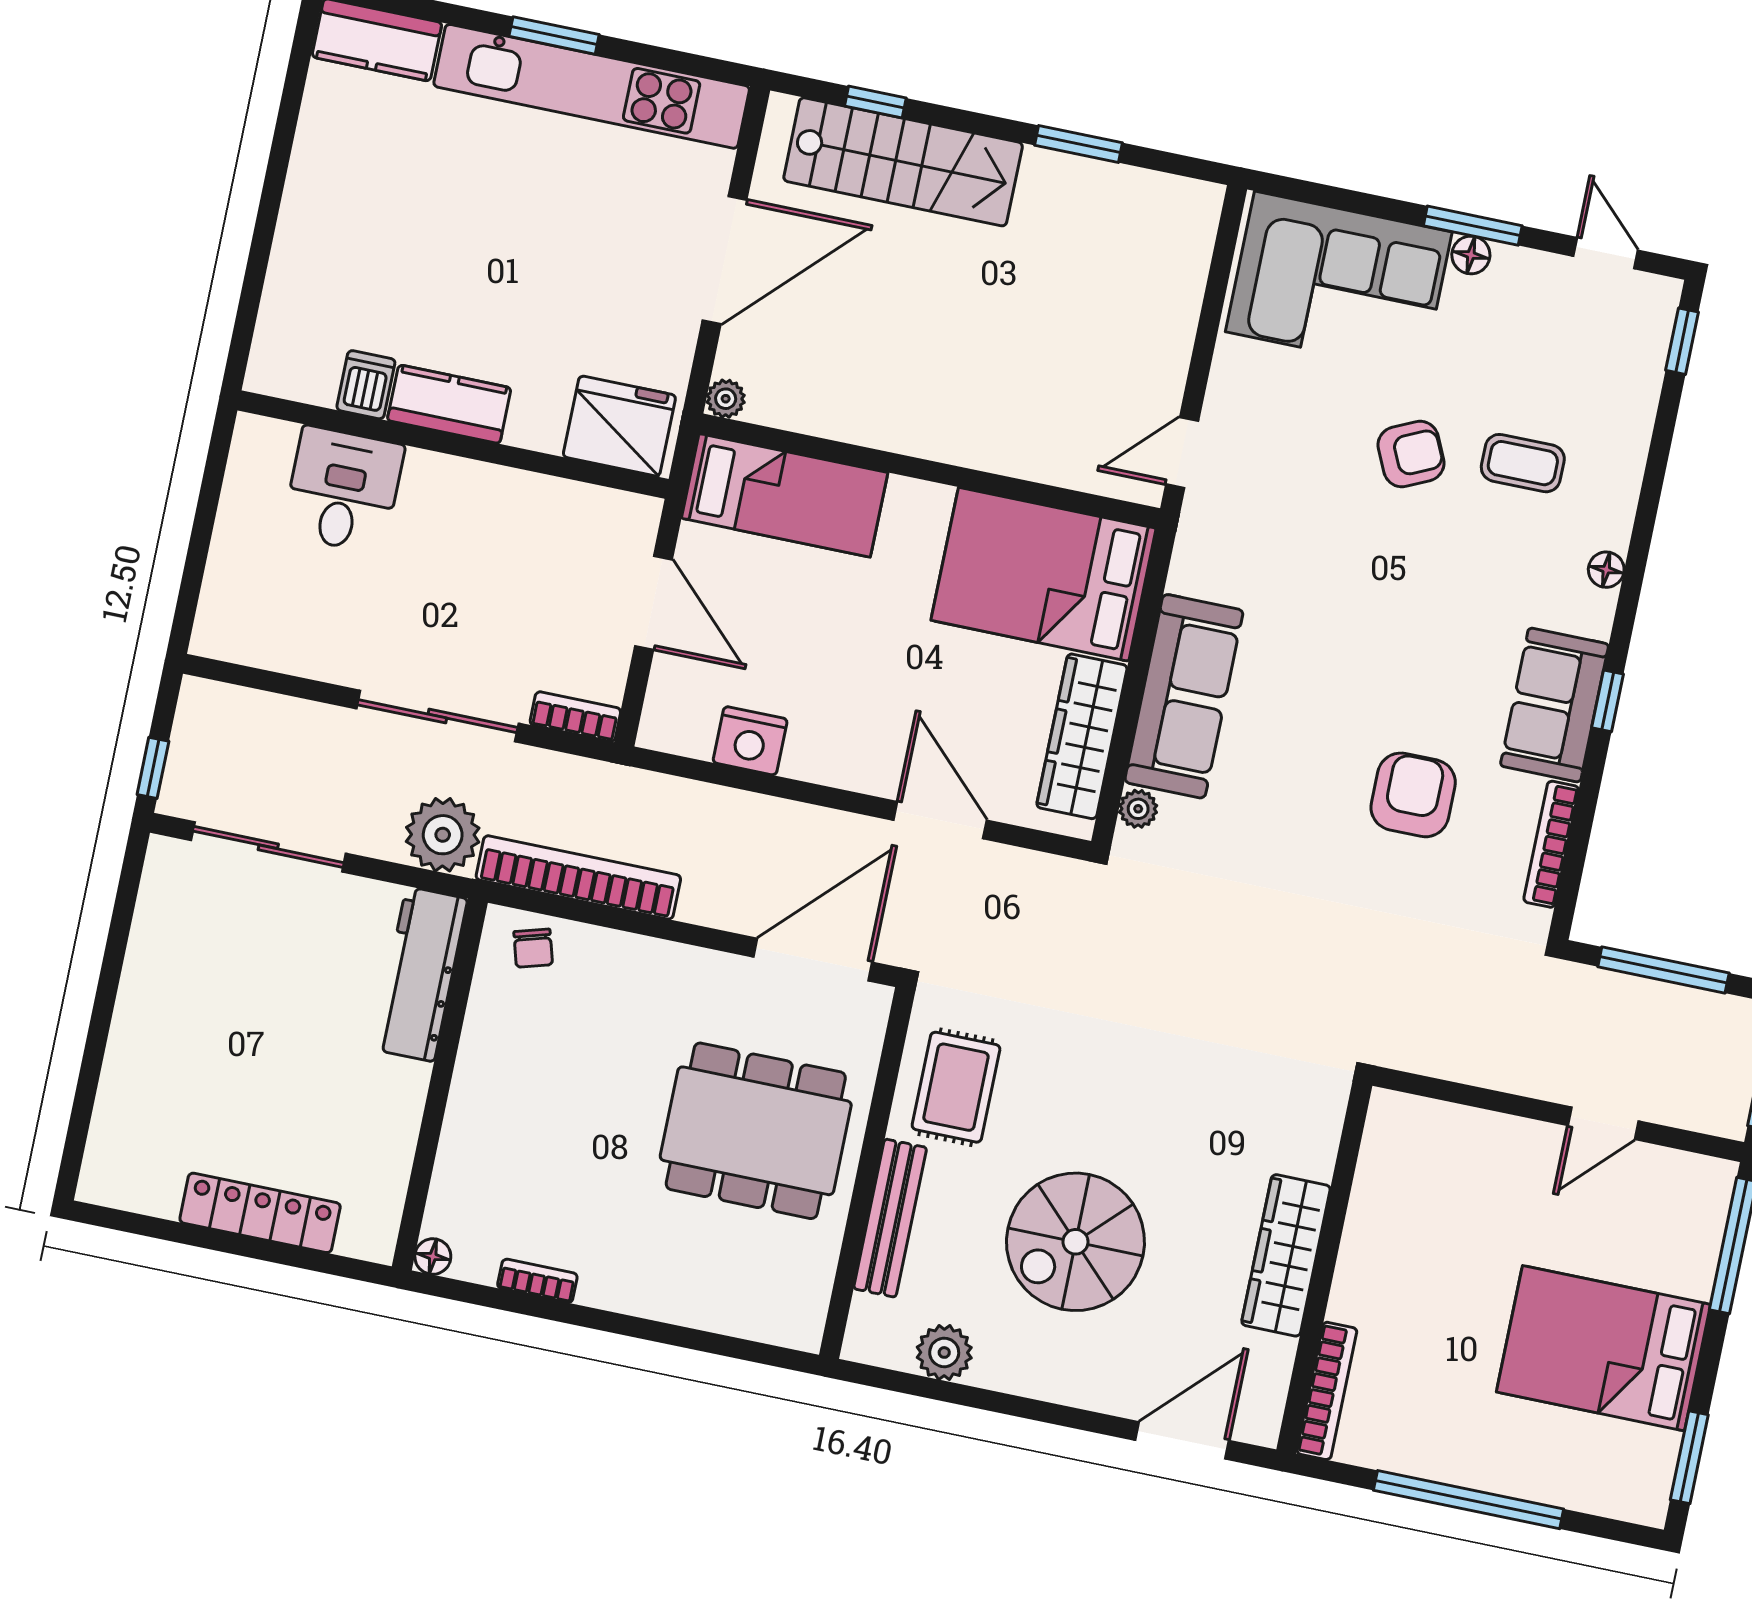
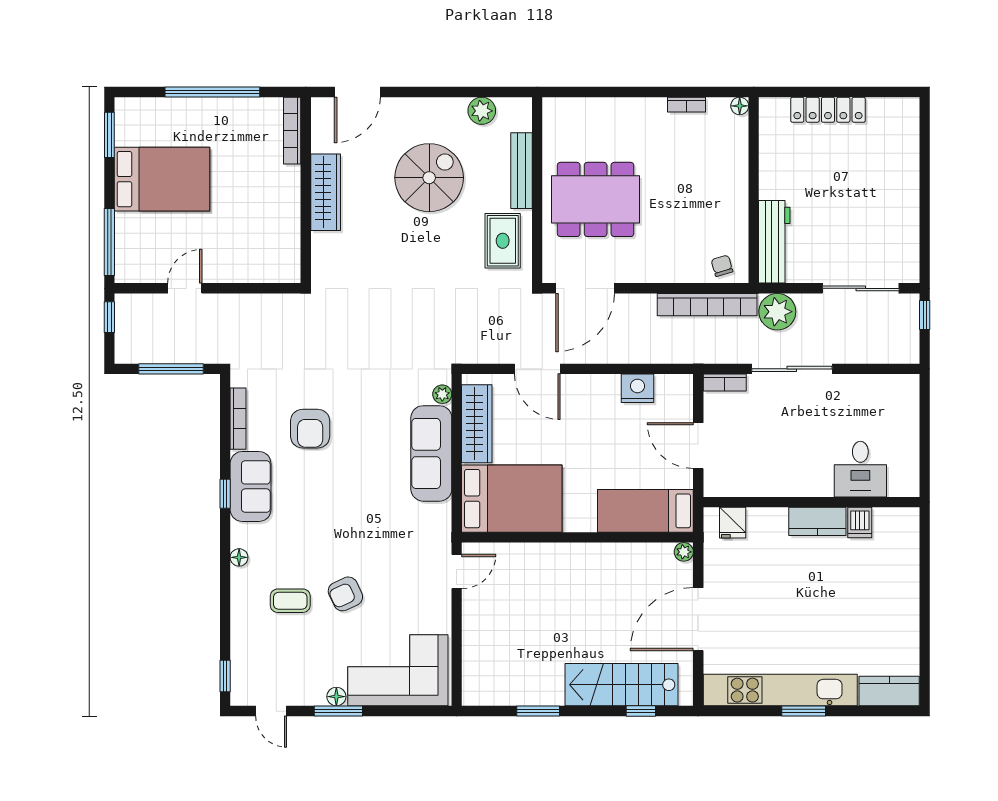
fridge: (619, 426) -> (733, 523), width x0.53, depth x0.75

